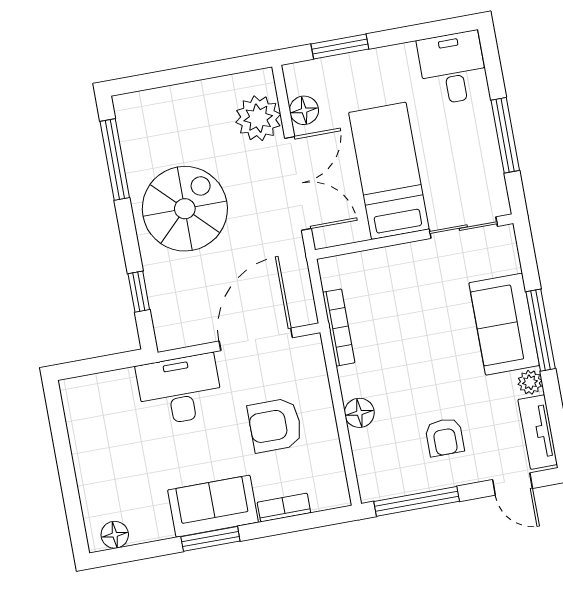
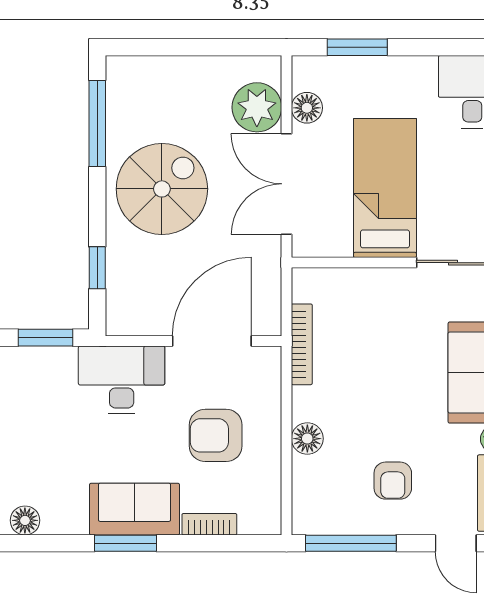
double door: (298, 183) -> (287, 184), swing flipped
window: (103, 364) -> (46, 338), added

